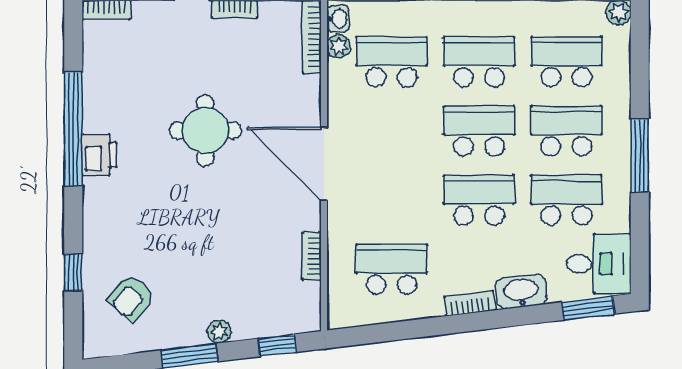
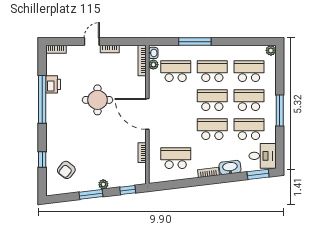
printer: (99, 155) -> (53, 84), moved

